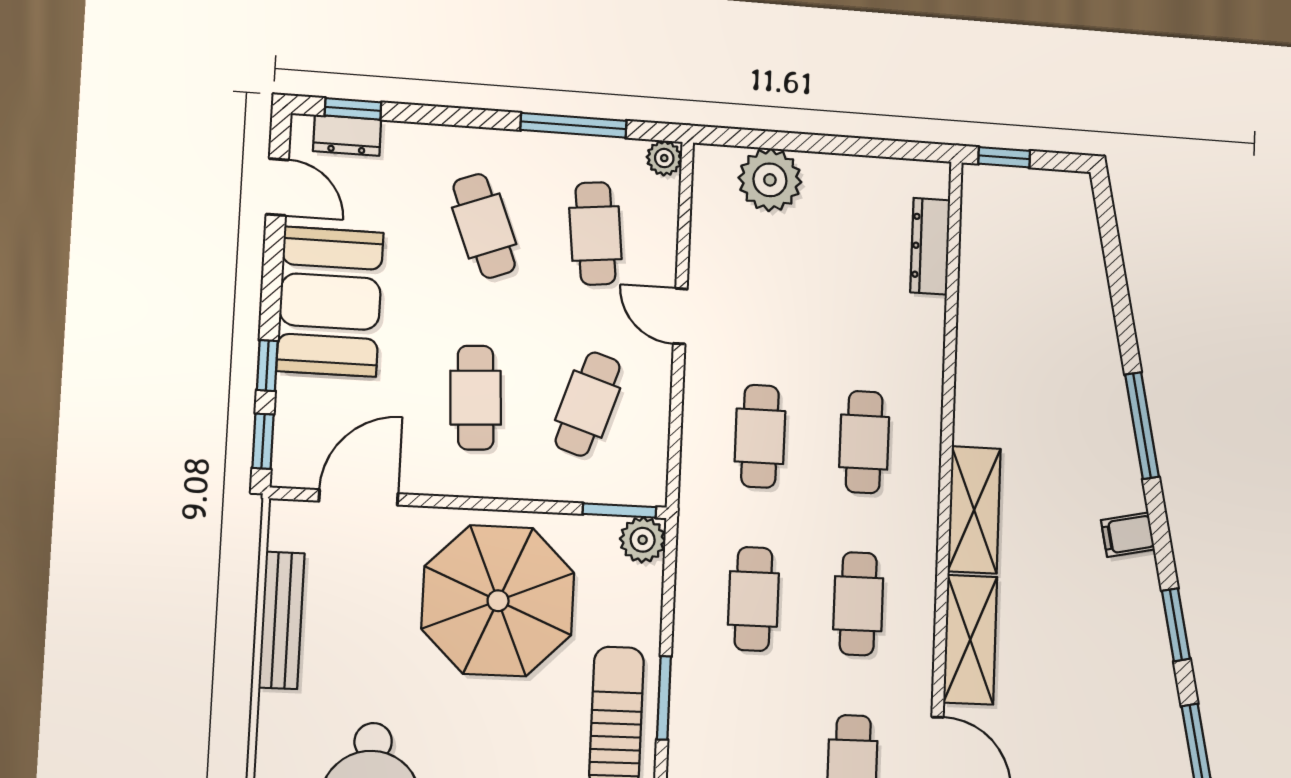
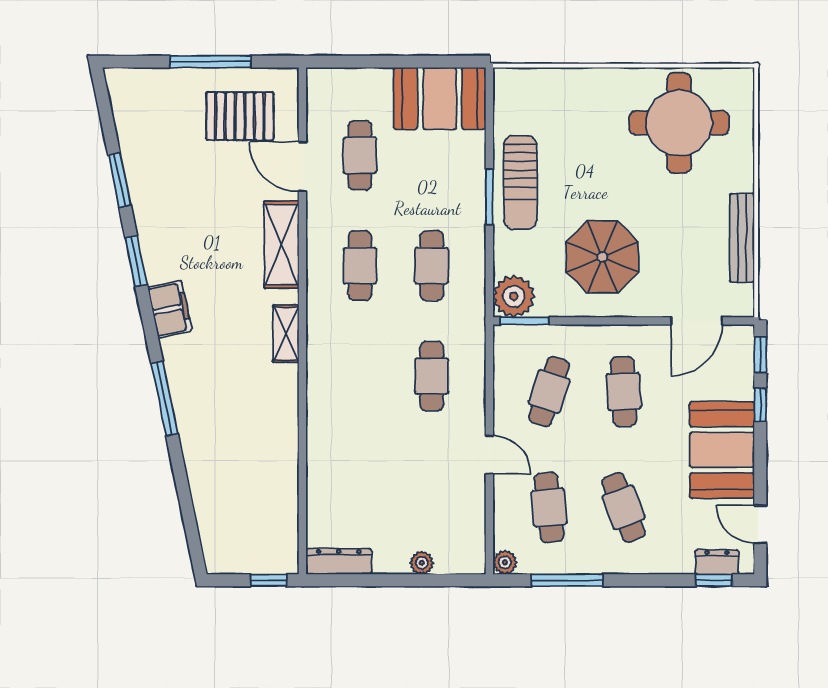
plant: (770, 180) -> (422, 563), width x0.53, depth x0.53
dresser: (930, 246) -> (339, 562), moved, turned -90
cafe table: (864, 442) -> (360, 376), removed
shelving: (974, 510) -> (286, 334), width x0.67, depth x0.75
filing cabinet: (1128, 535) -> (170, 309), width x2.00
plant: (643, 540) -> (514, 296), width x1.36, depth x1.36
parasol: (498, 601) -> (602, 257), width x0.73, depth x0.73

